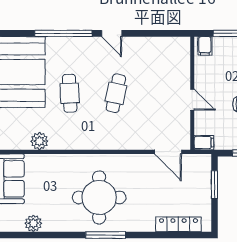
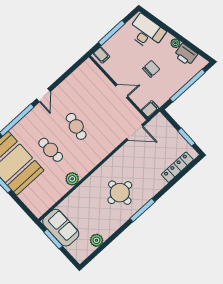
door: (112, 33) -> (44, 95), hinge flipped
plant: (39, 141) -> (72, 179), moved
window: (214, 184) -> (186, 137), moved
round table: (99, 197) -> (120, 193), width x0.73, depth x0.73

